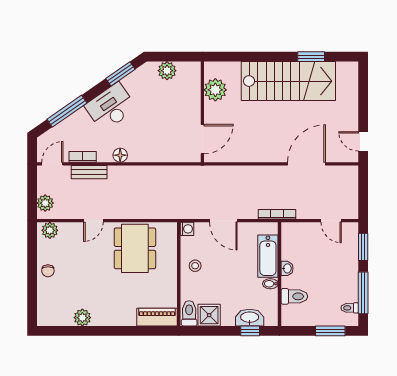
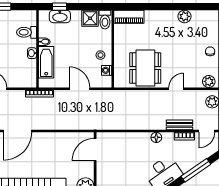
washing machine: (187, 229) -> (107, 70), moved

